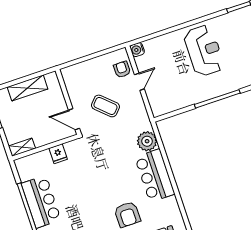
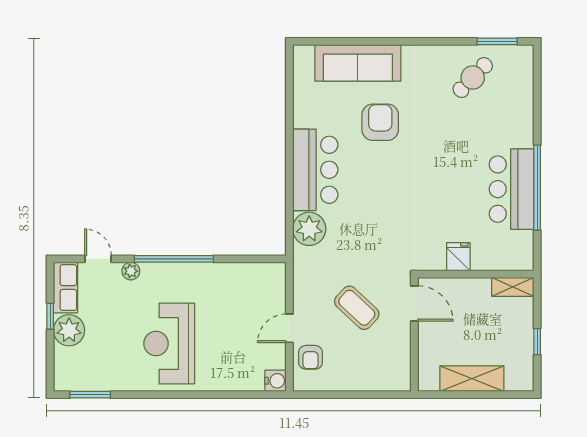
plant: (239, 84) -> (131, 271), added

